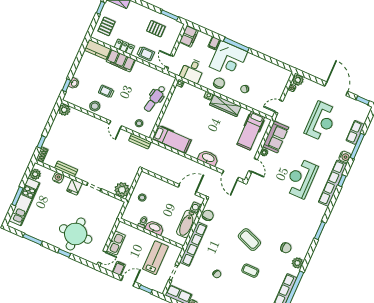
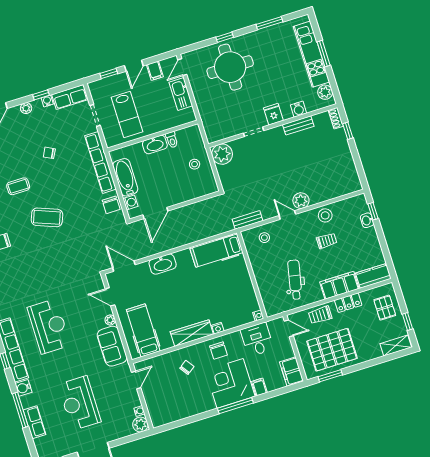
pallet: (156, 29) -> (332, 350), width x2.05, depth x2.00
dental chair: (155, 99) -> (295, 280), moved
plant: (64, 110) -> (301, 201), moved

